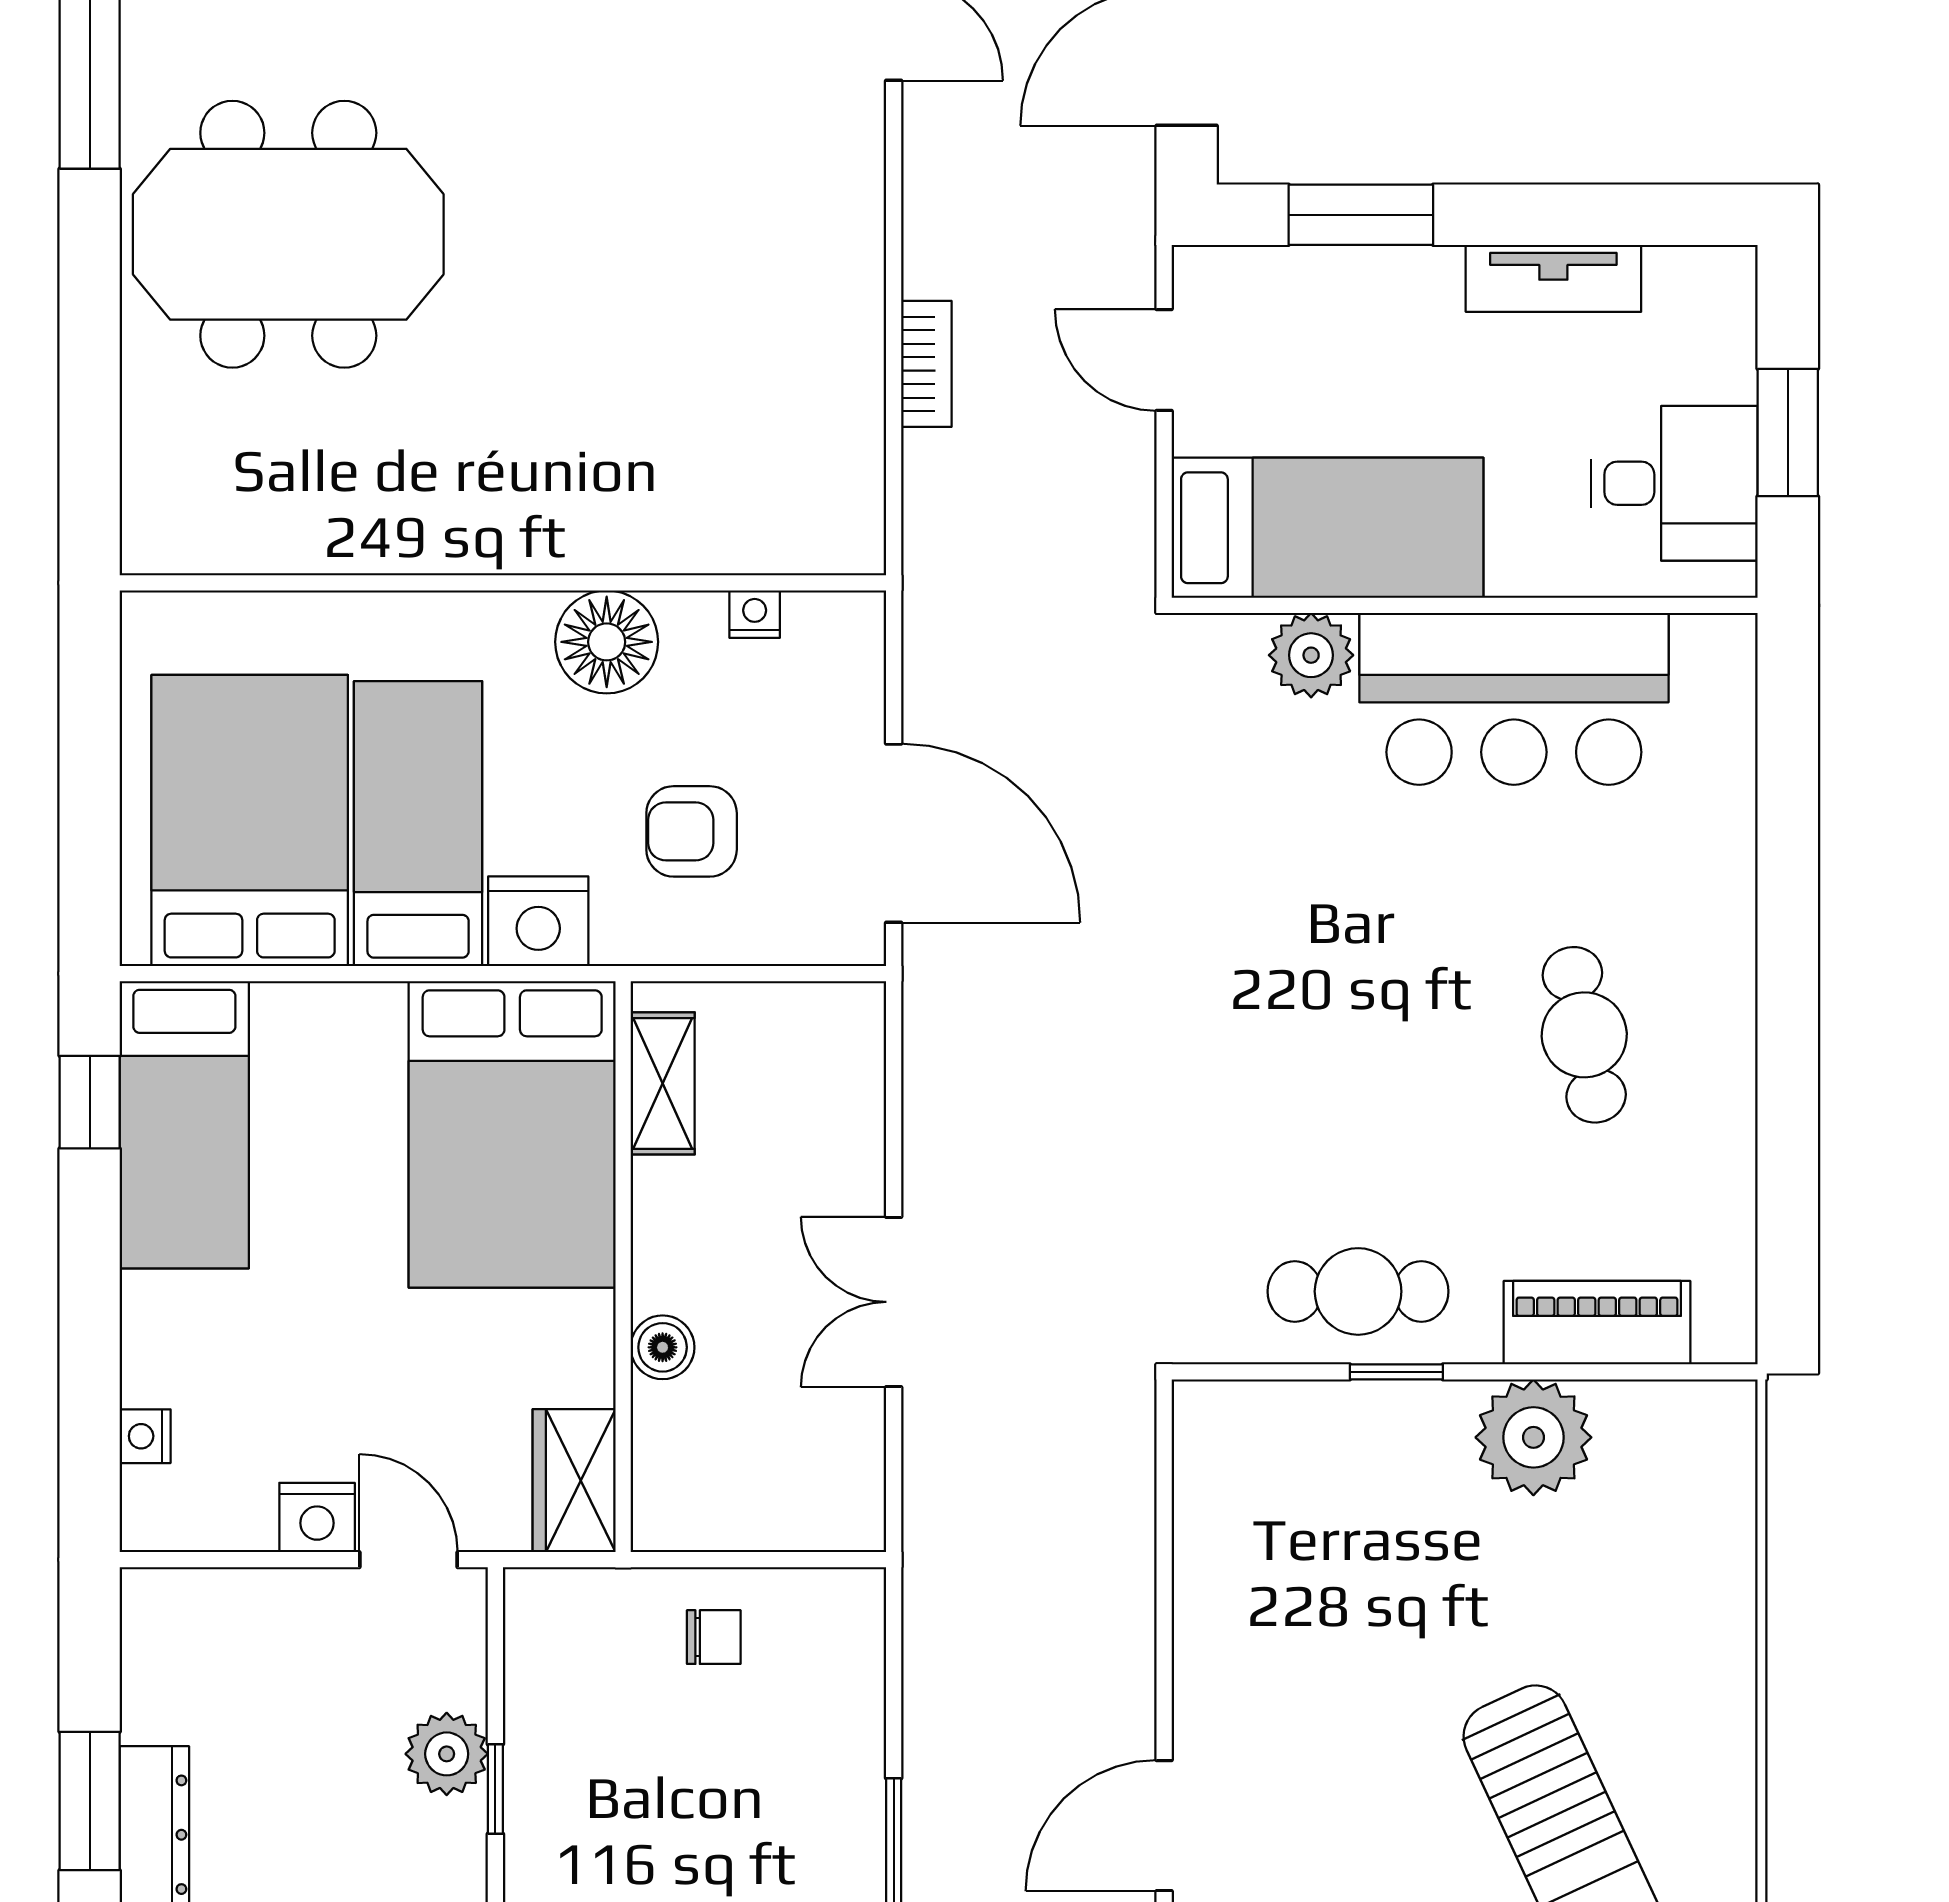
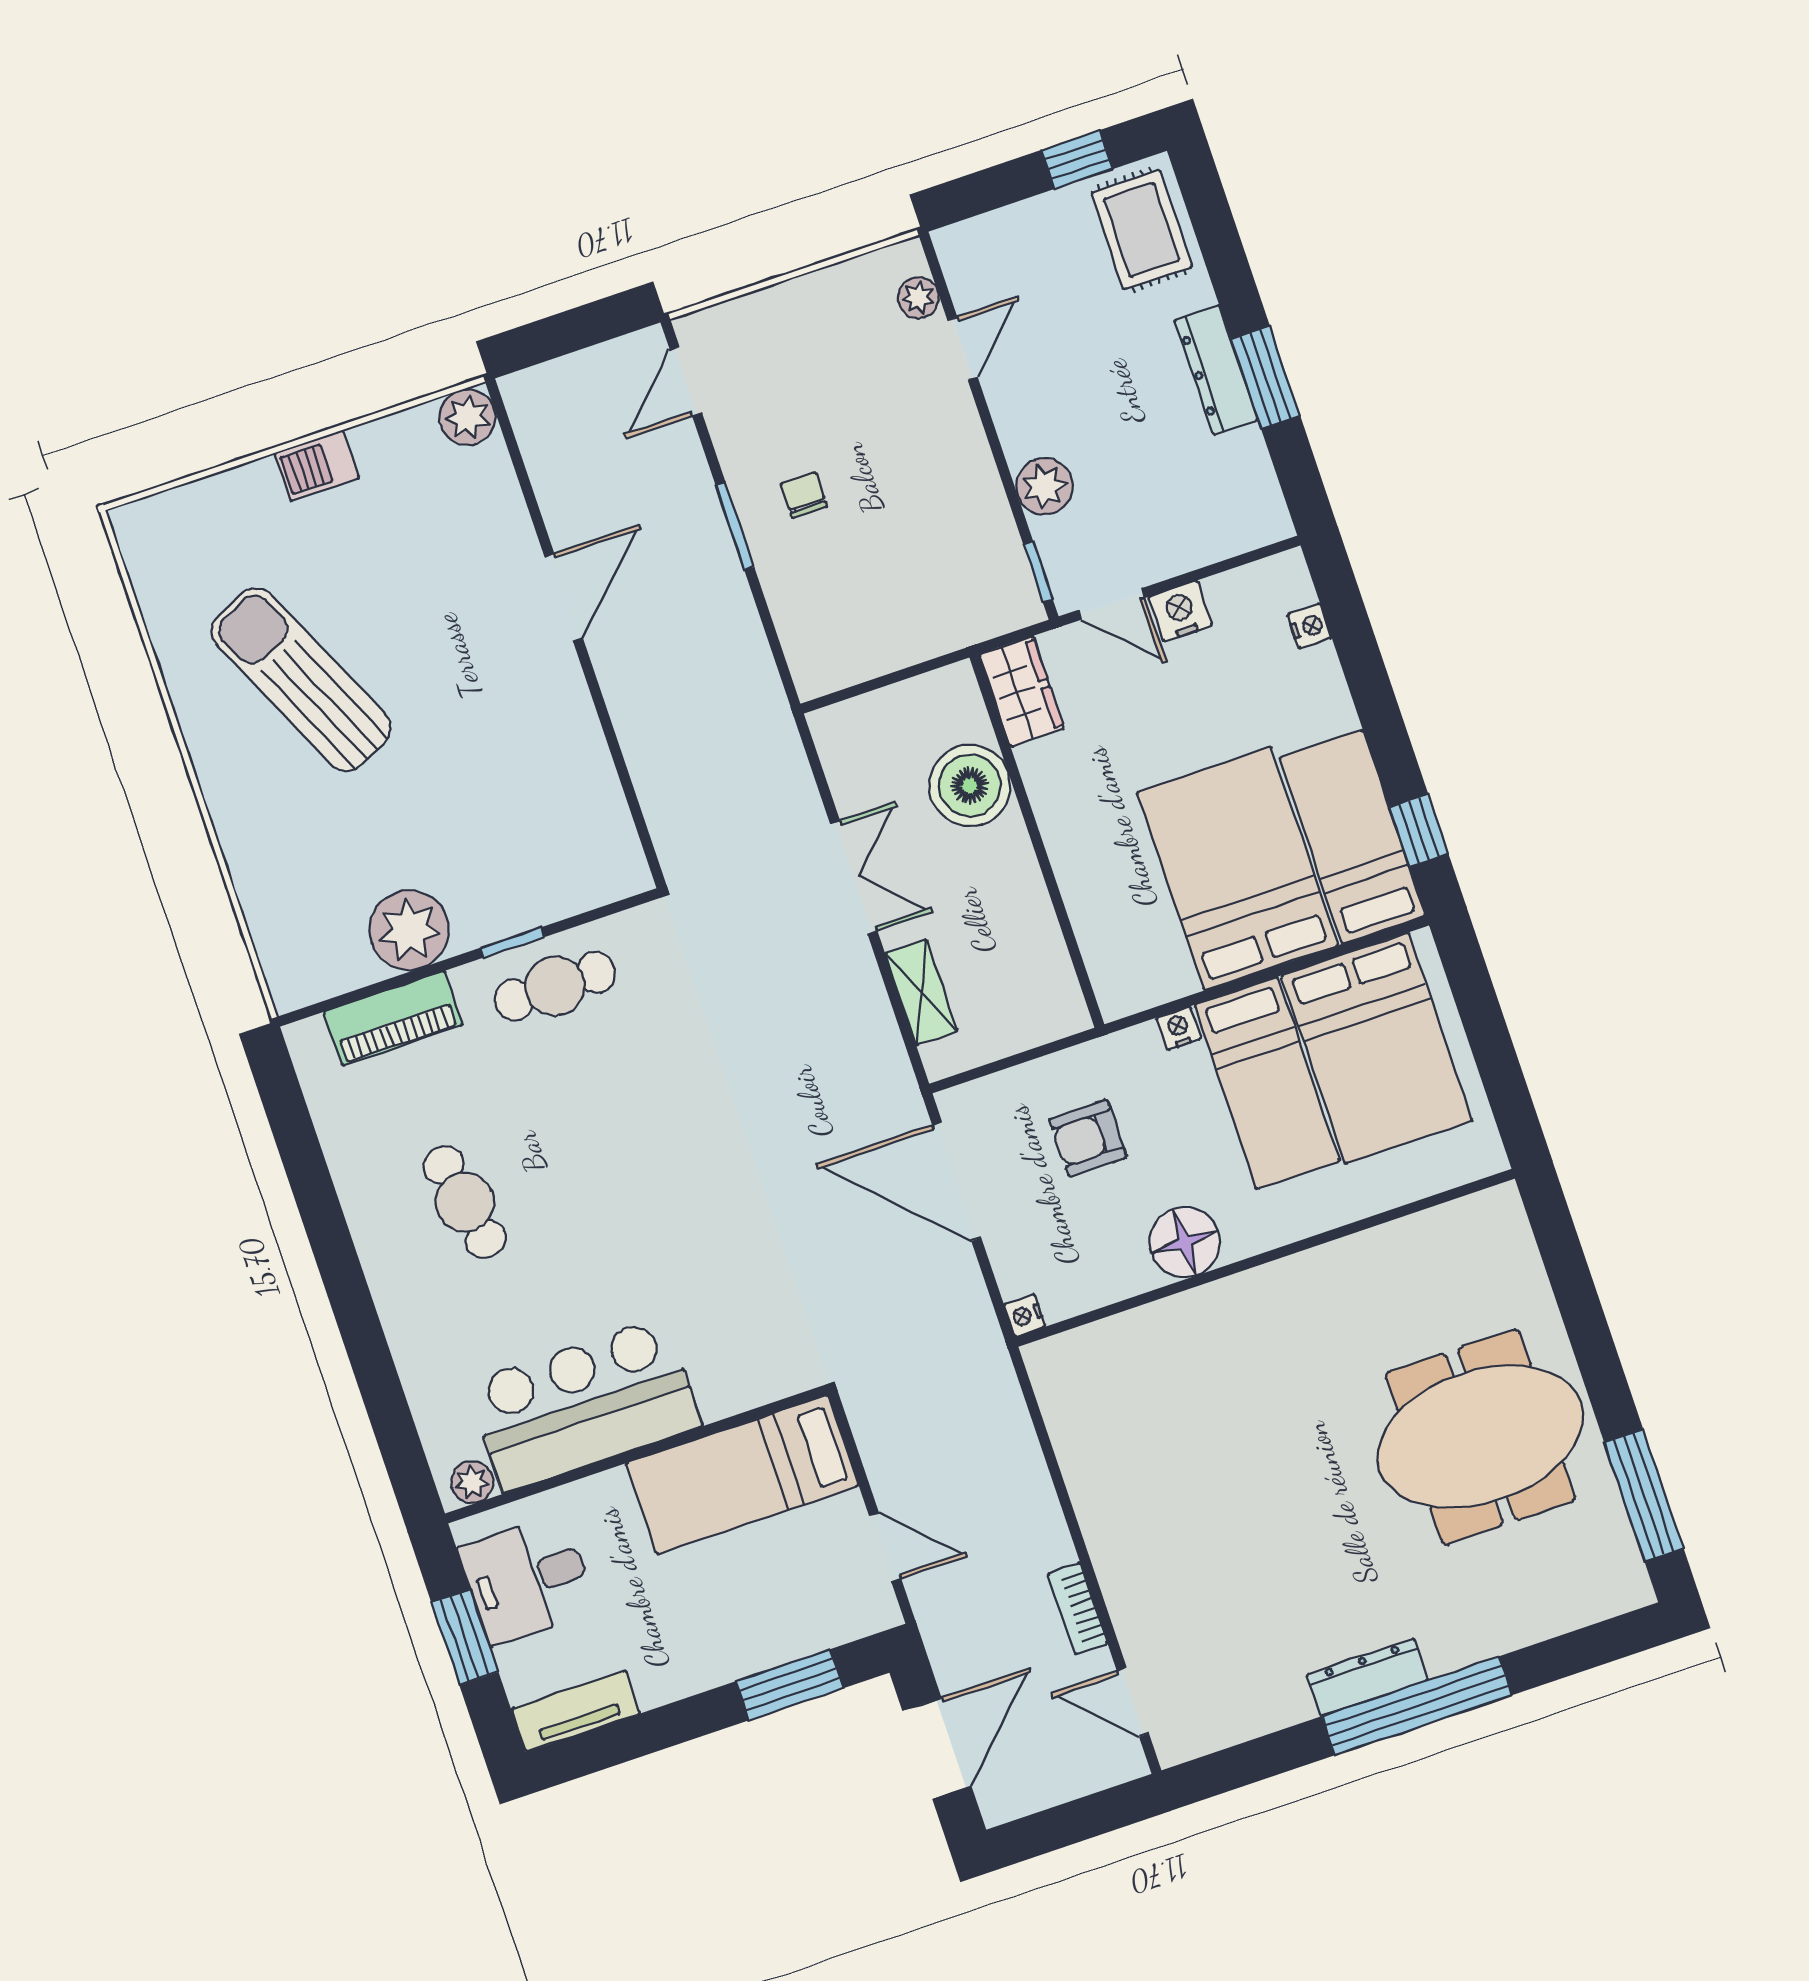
tv unit: (1553, 278) -> (576, 1711), moved
bookcase: (926, 364) -> (1078, 1609), moved
nightstand: (755, 614) -> (1025, 1315), moved, turned 90
plant: (1311, 655) -> (472, 1482), moved, width x0.73, depth x0.73
armchair: (692, 831) -> (1088, 1138), turned 180
nightstand: (538, 921) -> (1179, 1028), width x0.53, depth x0.56
shelving: (663, 1083) -> (921, 992), moved
bed: (512, 1134) -> (1238, 869), moved
boiler: (663, 1347) -> (970, 785), width x1.86, depth x1.86
chair: (714, 1637) -> (804, 495), moved, turned 90
window: (495, 1789) -> (1038, 572), moved

